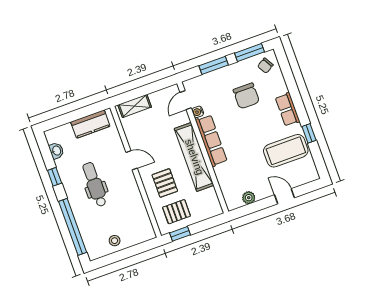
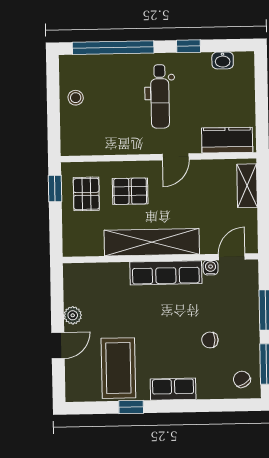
chair: (246, 96) -> (210, 340), width x0.54, depth x0.54
door: (186, 100) -> (232, 257), hinge flipped
kitchen counter: (90, 124) -> (227, 140), moved, turned 90
dental chair: (95, 184) -> (160, 96), turned 90
plant: (249, 198) -> (73, 315), moved

